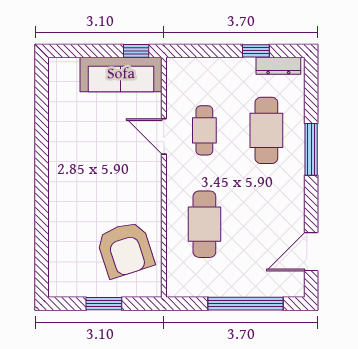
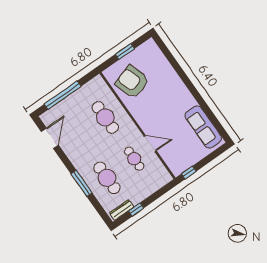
sofa: (121, 74) -> (203, 127), moved, turned -90

